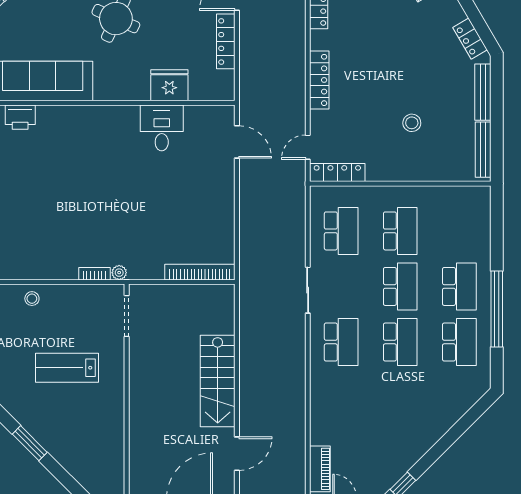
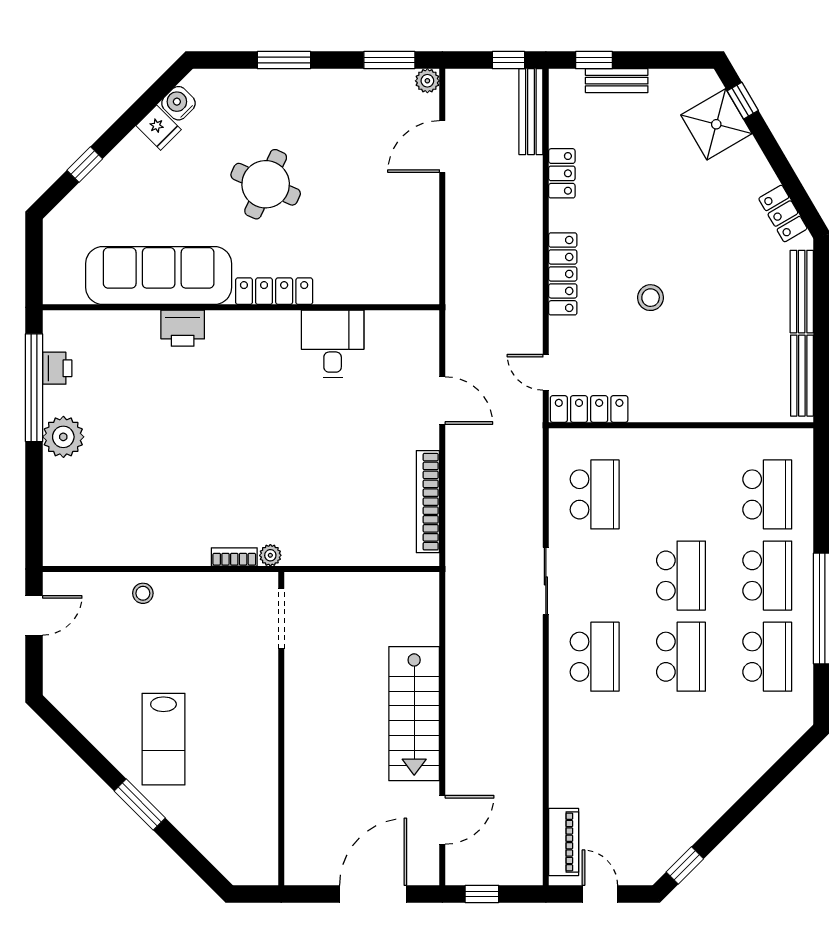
locker: (226, 41) -> (274, 291), moved, turned 90
fridge: (169, 85) -> (344, 282), removed
printer: (20, 117) -> (183, 328), moved
stool: (412, 123) -> (651, 298), moved
door: (237, 142) -> (442, 401), moved
door: (308, 147) -> (546, 372), hinge flipped
school desk: (400, 231) -> (767, 494), moved
bookcase: (200, 272) -> (428, 502), moved, turned -90
lab bench: (67, 368) -> (163, 739), moved, turned -90

